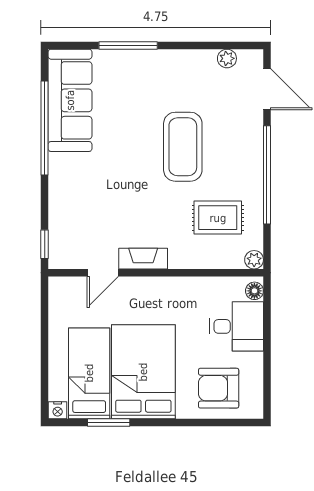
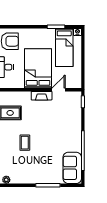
sofa: (70, 100) -> (72, 168), width x0.73
coffee table: (183, 147) -> (25, 143), width x0.54, depth x0.58
bed: (143, 372) -> (38, 68), moved, turned 180

